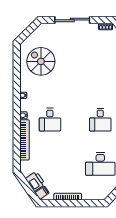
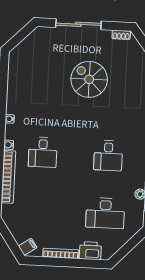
spiral stairs: (41, 61) -> (89, 79), moved
printer: (35, 181) -> (90, 251), moved, turned -55

